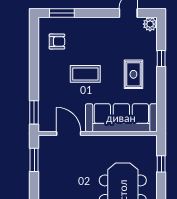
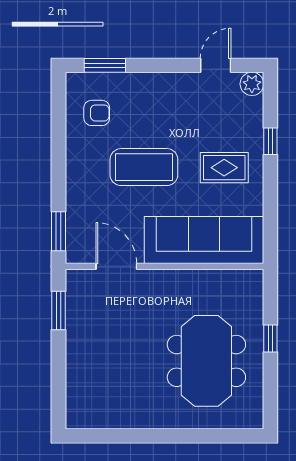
coffee table: (85, 74) -> (144, 167), width x1.36, depth x1.32
rug: (133, 74) -> (224, 168), turned 90
window: (161, 164) -> (270, 339), moved

